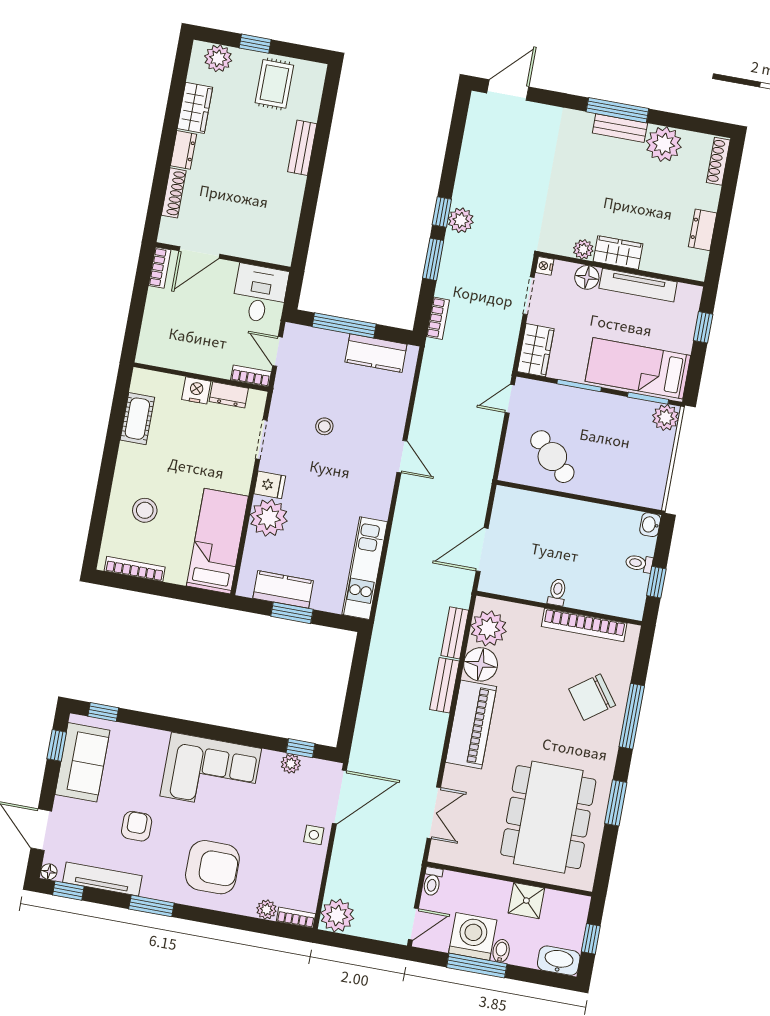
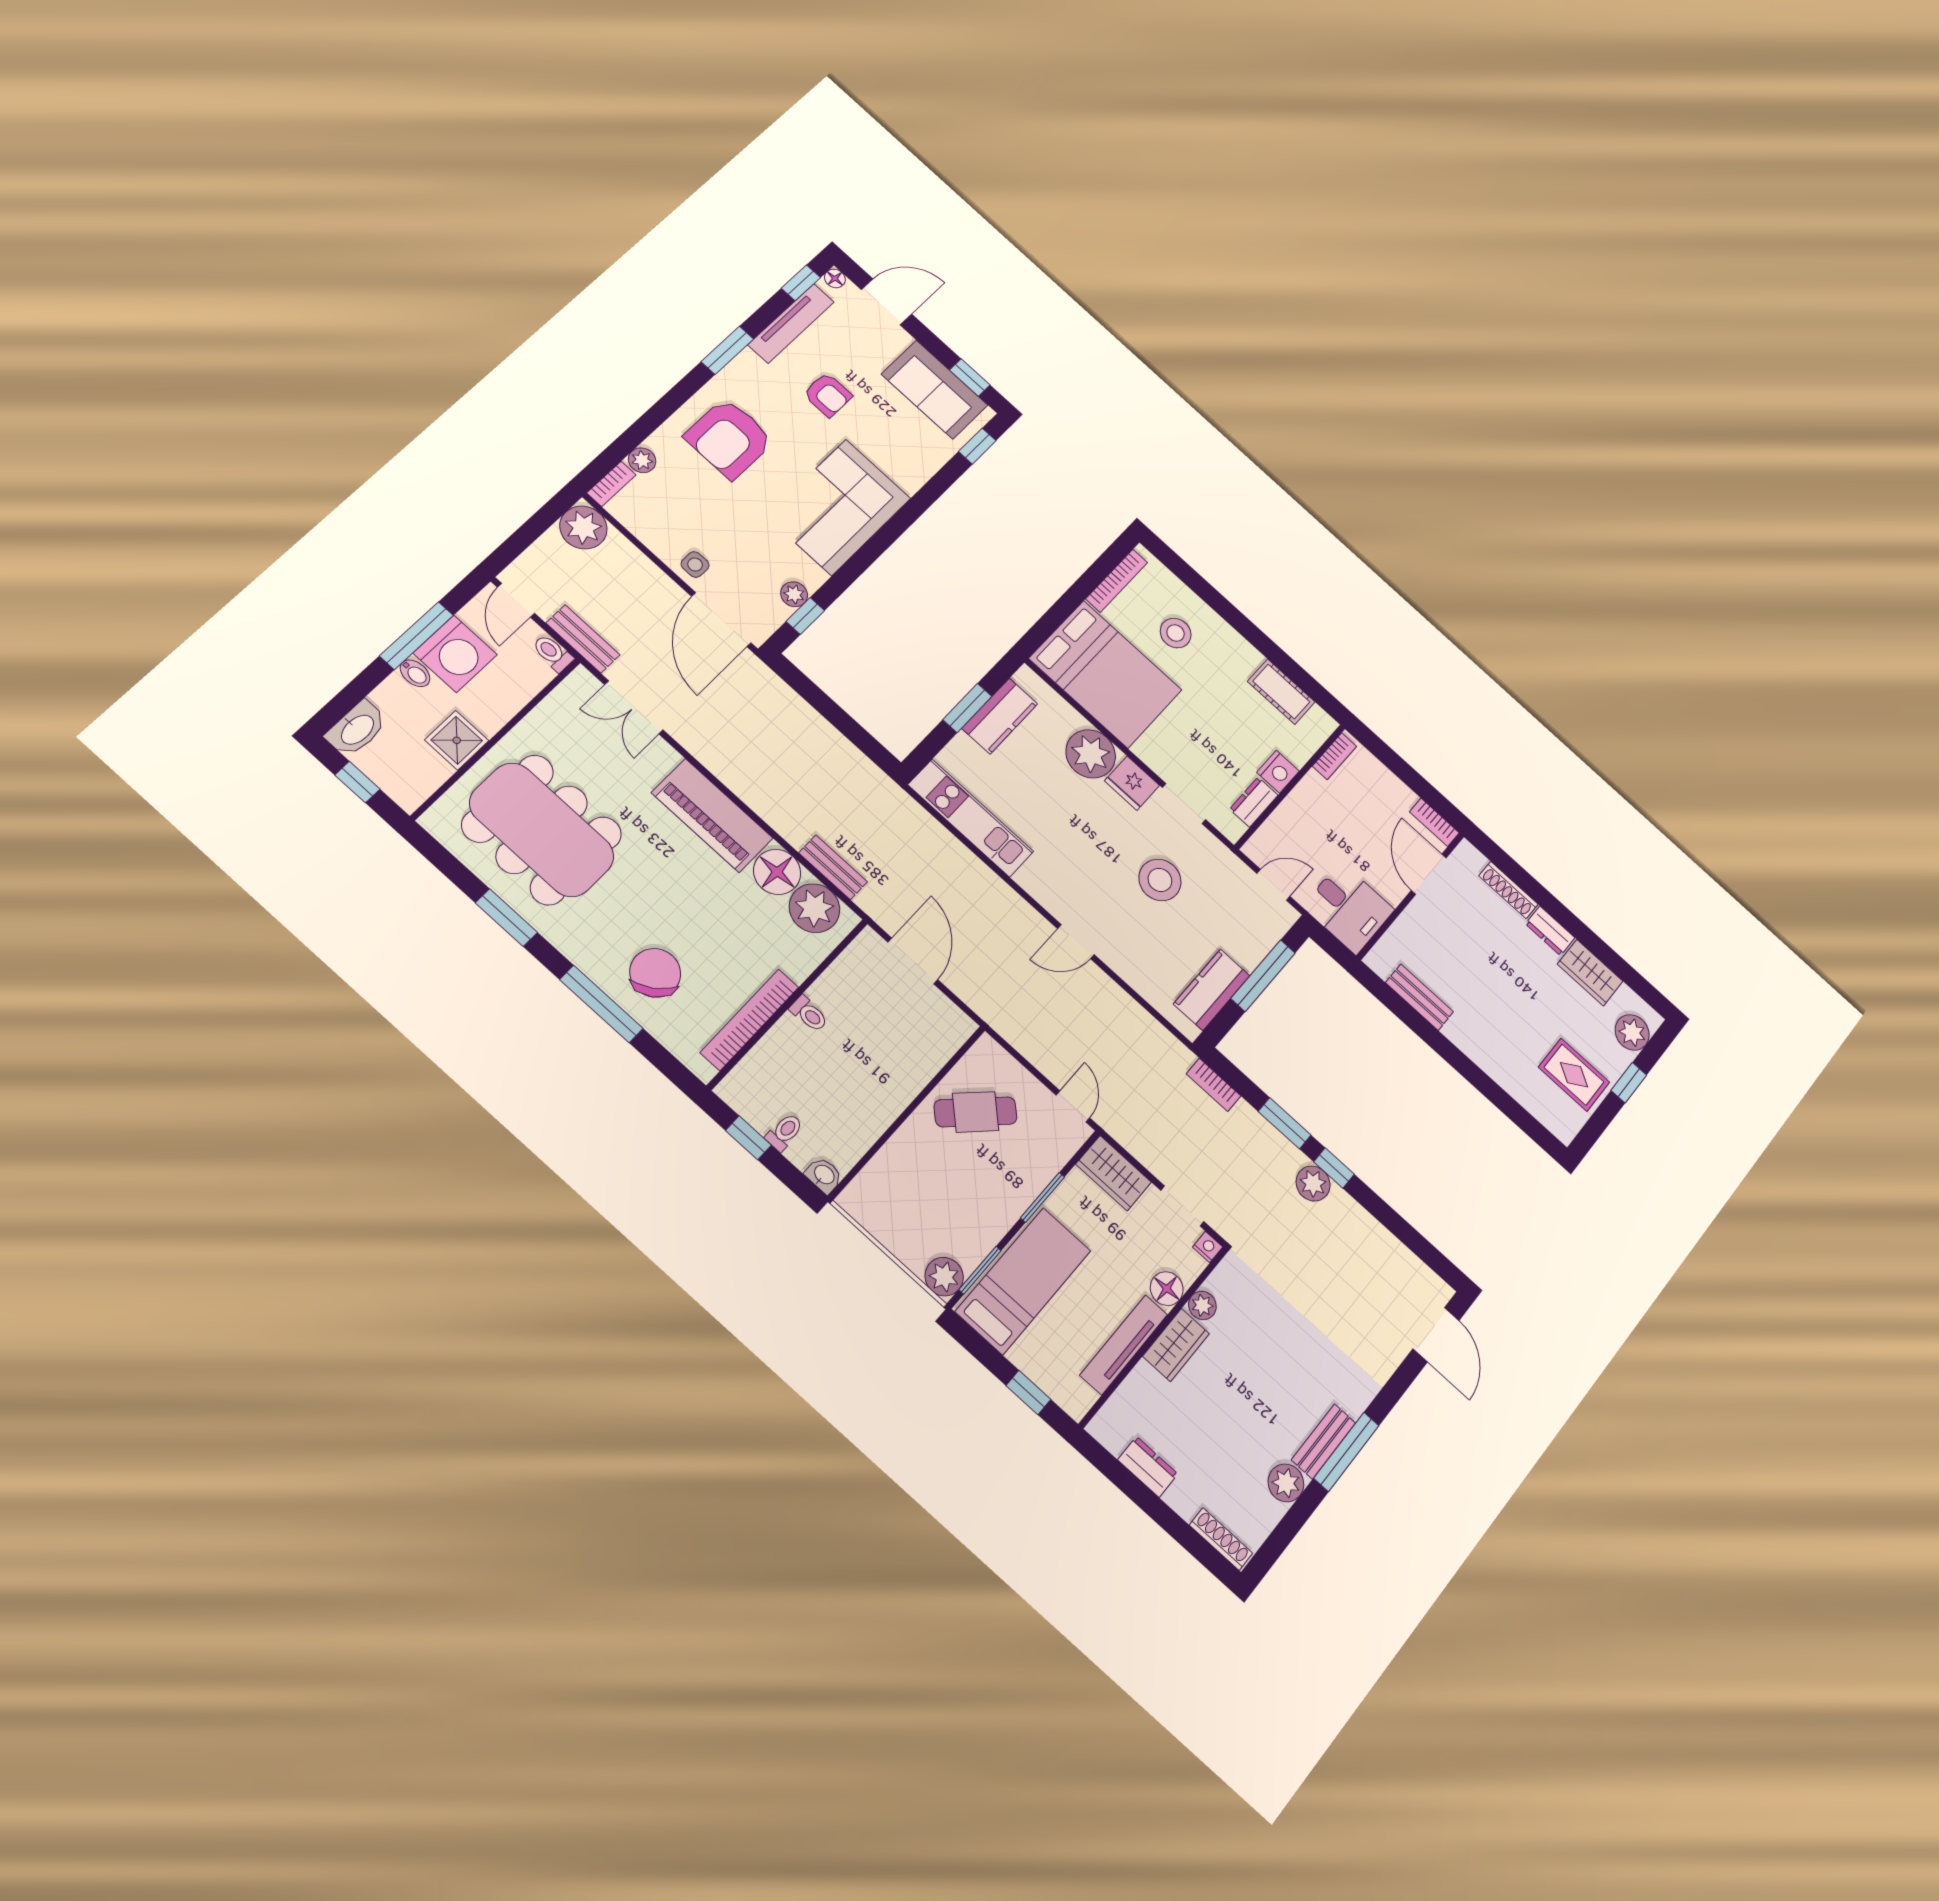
plant: (664, 144) -> (1286, 1483), width x0.73, depth x0.73
bench: (302, 148) -> (1419, 997), moved
bookcase: (251, 376) -> (1334, 756), moved
stool: (324, 426) -> (1160, 880), width x1.89, depth x1.89
fridge: (270, 485) -> (1132, 783), width x1.38
bed: (217, 541) -> (1106, 674), width x1.50
bench: (444, 685) -> (583, 639), moved

